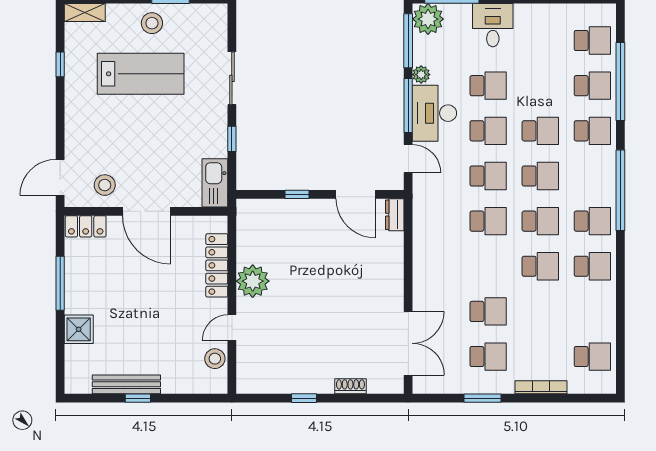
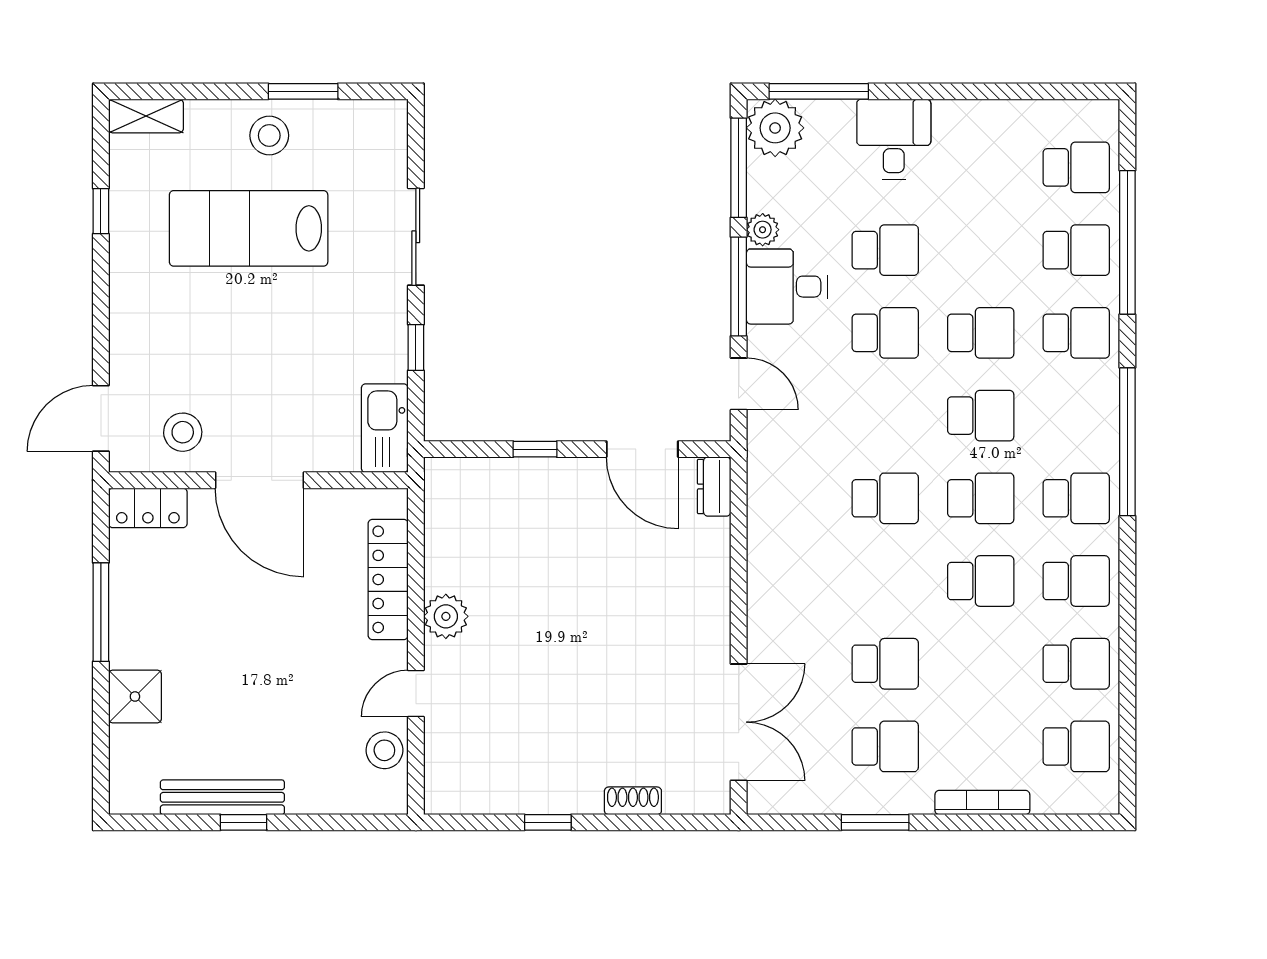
lab bench: (141, 74) -> (249, 228), turned 180
desk: (434, 113) -> (787, 287), width x0.73
school desk: (488, 176) -> (1076, 664), moved
plant: (253, 281) -> (446, 616), width x0.73, depth x0.73

